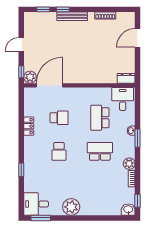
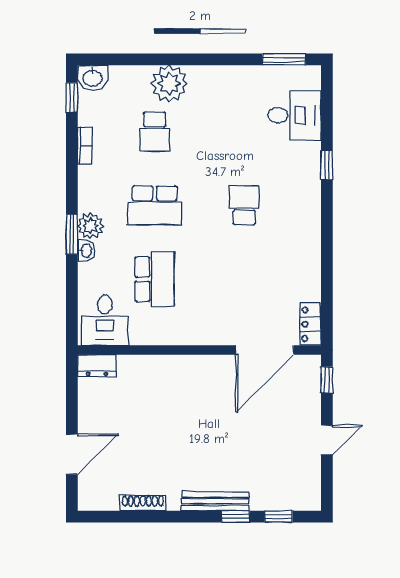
plant: (30, 77) -> (308, 368), removed
school desk: (59, 118) -> (155, 132), moved, turned -90
locker: (29, 126) -> (310, 324), moved
plant: (129, 164) -> (90, 226), moved
desk: (36, 204) -> (294, 115), moved
plant: (71, 207) -> (169, 84), moved

